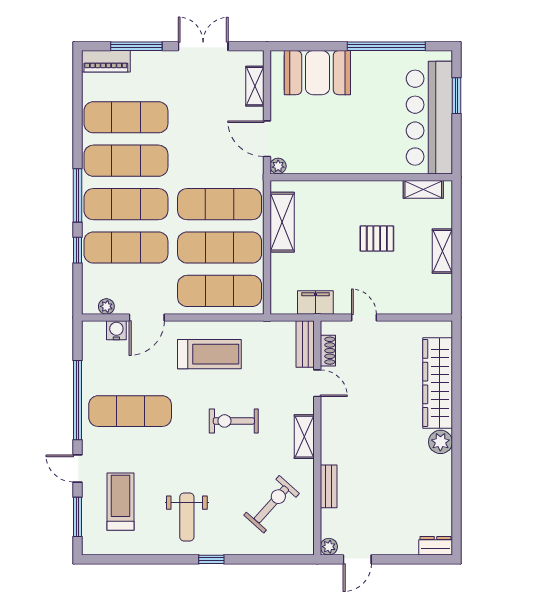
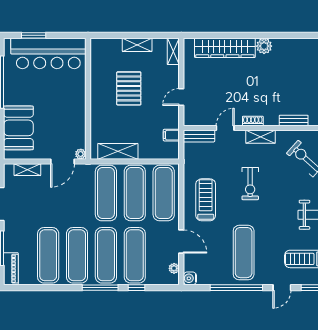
shelving: (423, 189) -> (173, 51), moved
pallet: (377, 239) -> (129, 88), width x1.50, depth x1.42
filing cabinet: (315, 302) -> (171, 135), width x0.50
water cooler: (116, 330) -> (190, 278), moved
shoe rack: (328, 351) -> (253, 121), moved

